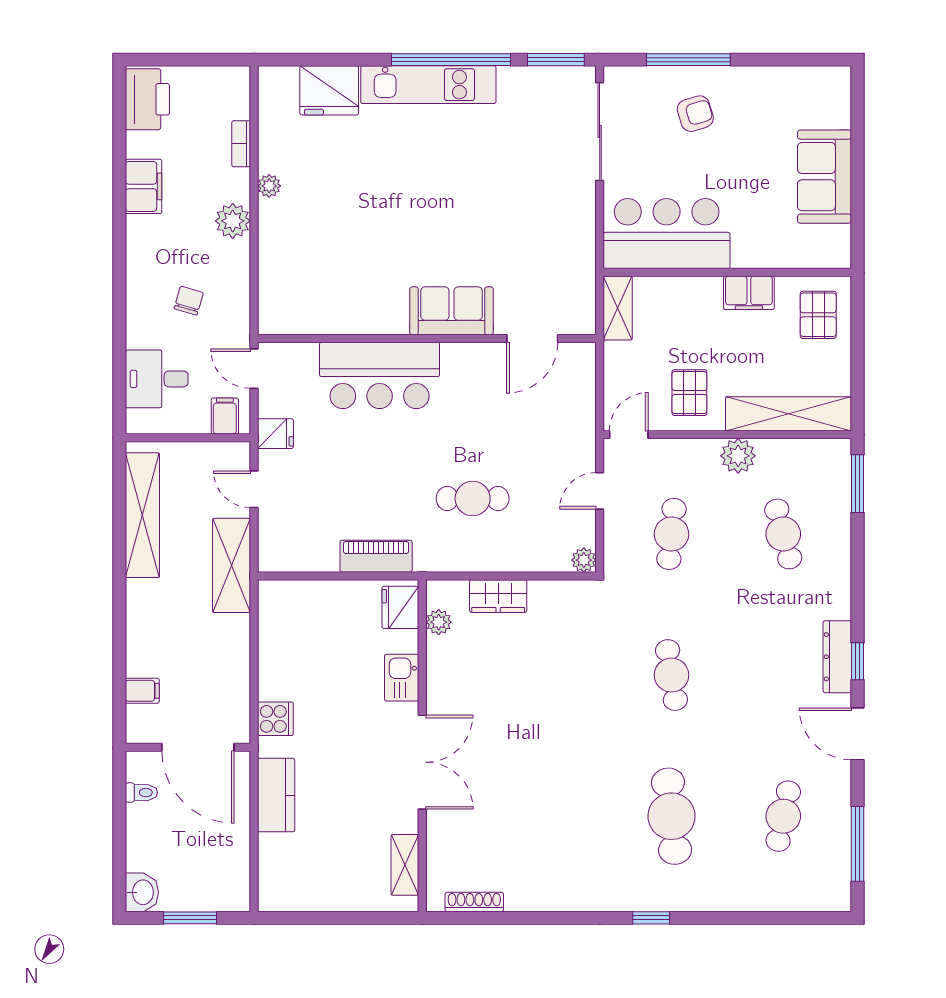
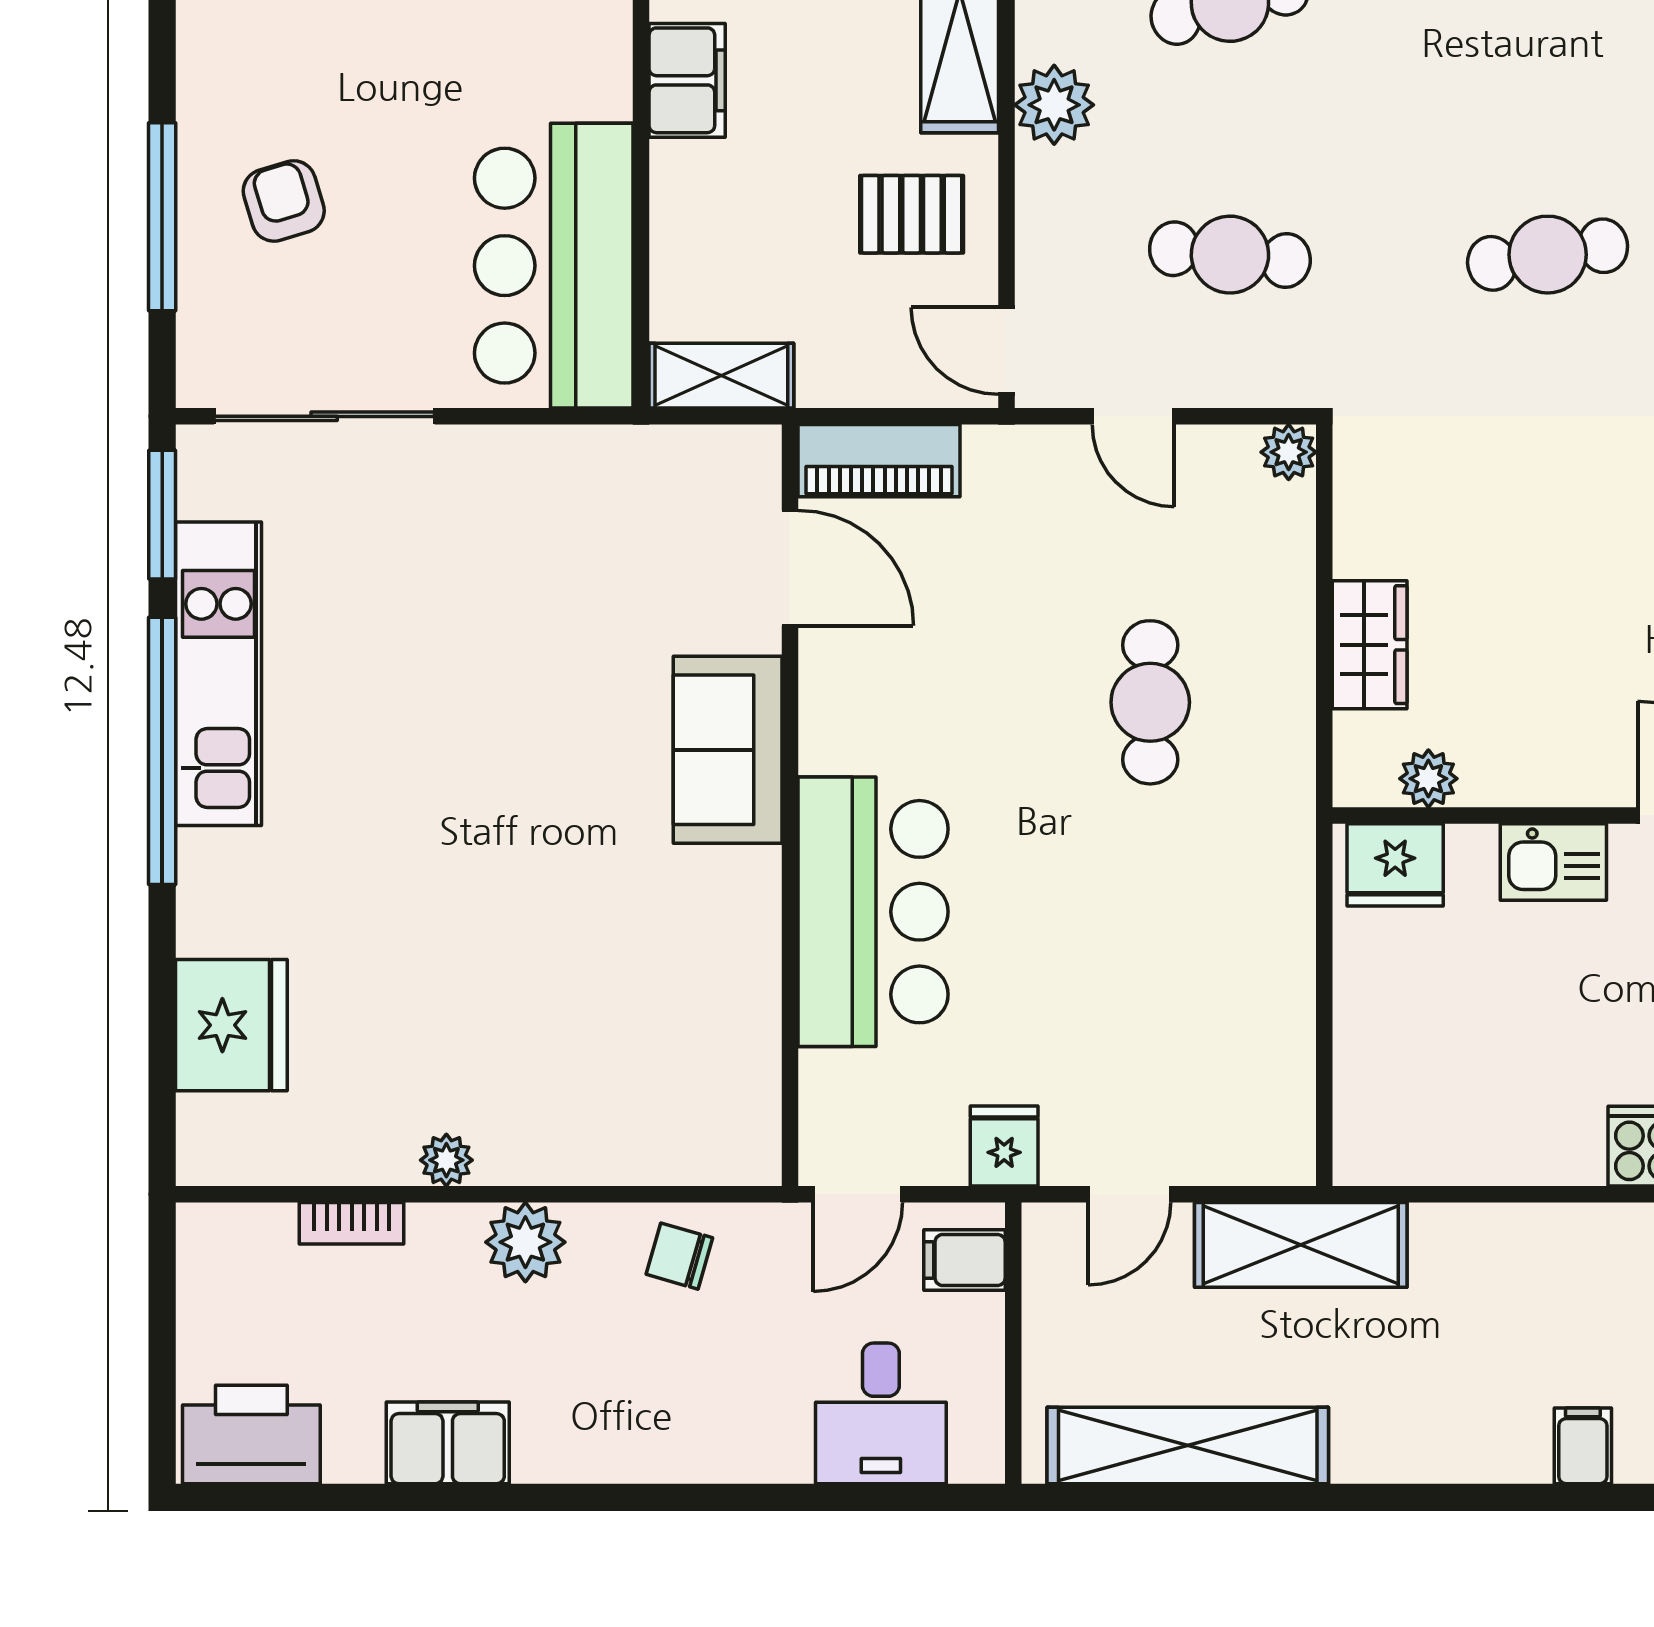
kitchen unit: (428, 85) -> (218, 674), moved
chair: (189, 301) -> (679, 1256), moved
piano: (376, 556) -> (879, 461), moved, turned -90

